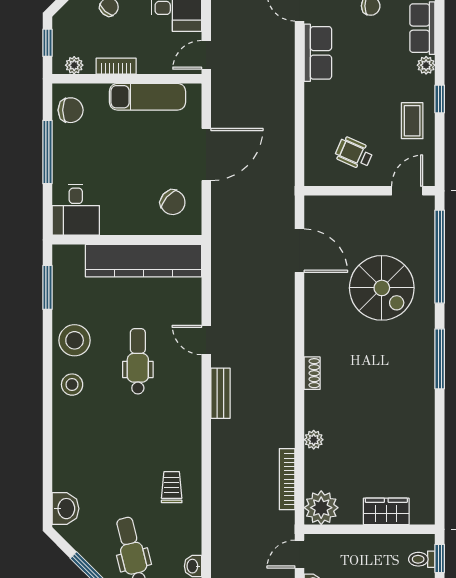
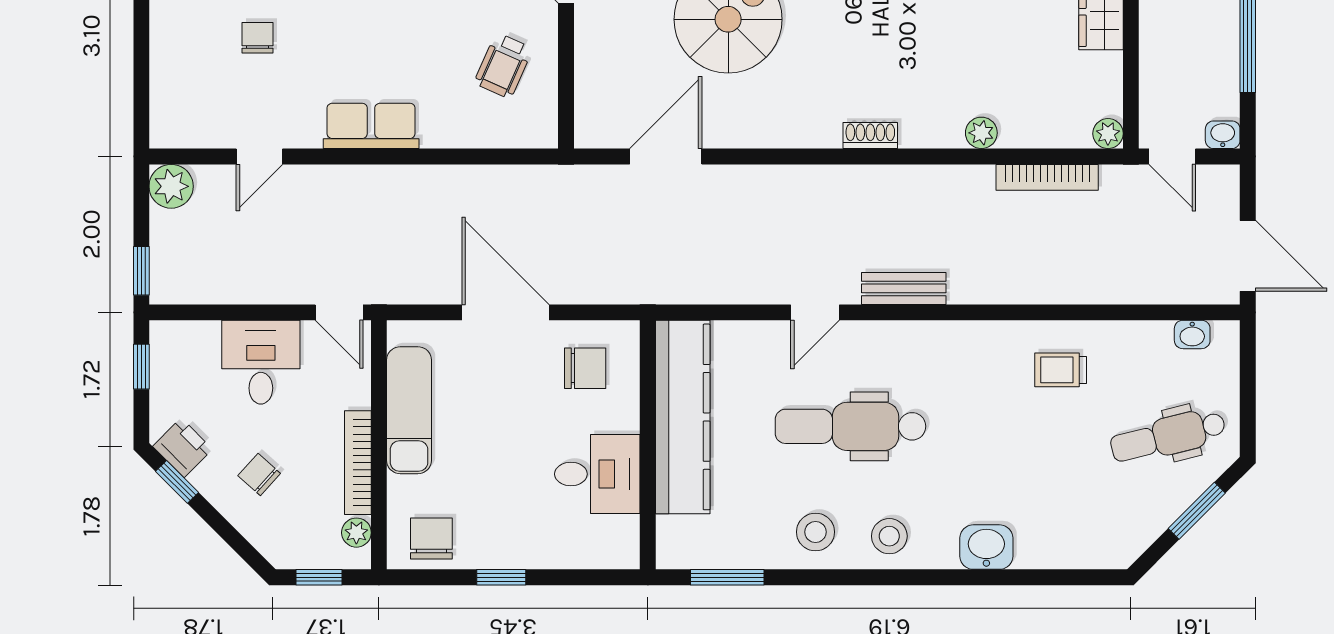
row of seats: (318, 53) -> (371, 126), moved
bookcase: (116, 66) -> (358, 463), width x1.56
window: (47, 152) -> (501, 577), width x0.46
chair: (173, 202) -> (585, 368), turned 49
desk: (76, 210) -> (597, 474), moved
stool: (75, 340) -> (815, 532), width x0.73, depth x0.73
dental chair: (138, 361) -> (850, 426), width x1.36, depth x1.38
plant: (321, 508) -> (1108, 134), width x0.53, depth x0.53
washbasin: (65, 509) -> (986, 547), moved

